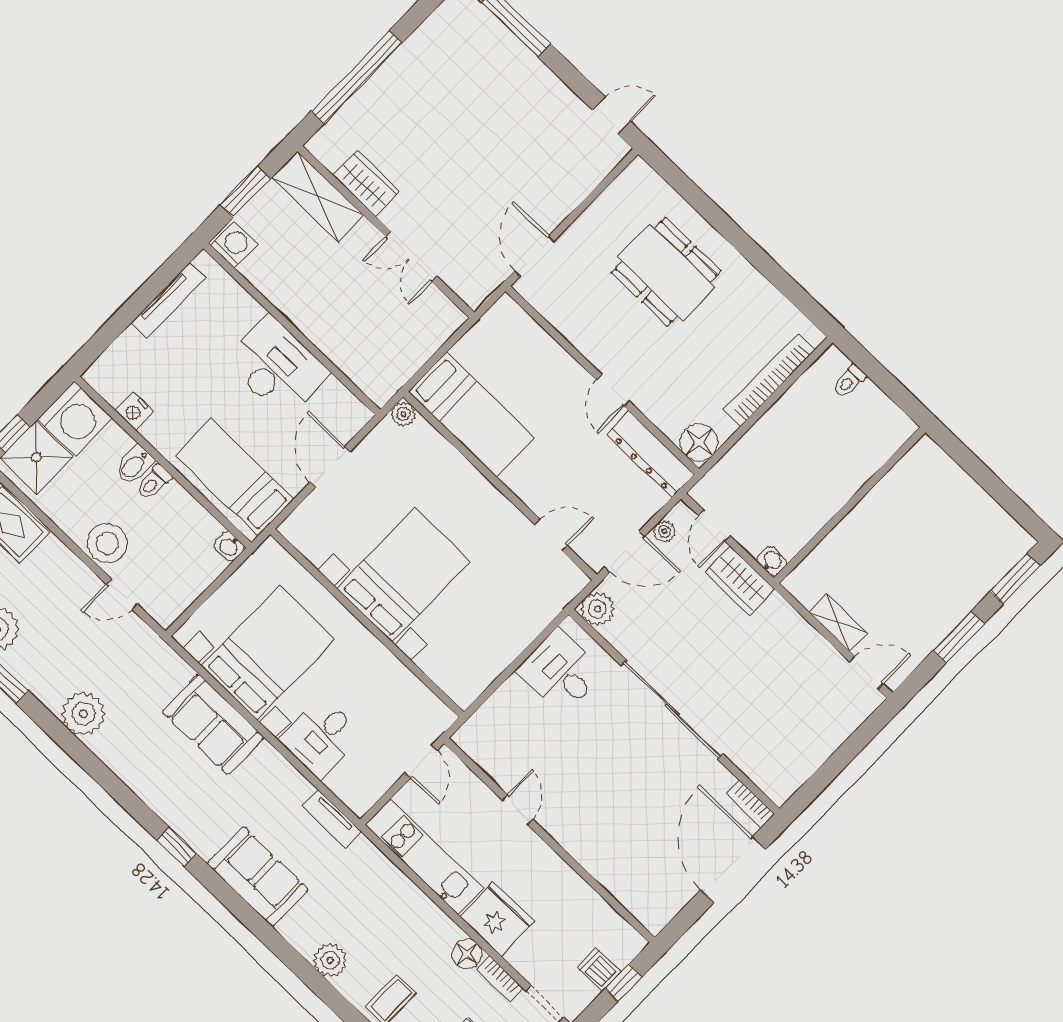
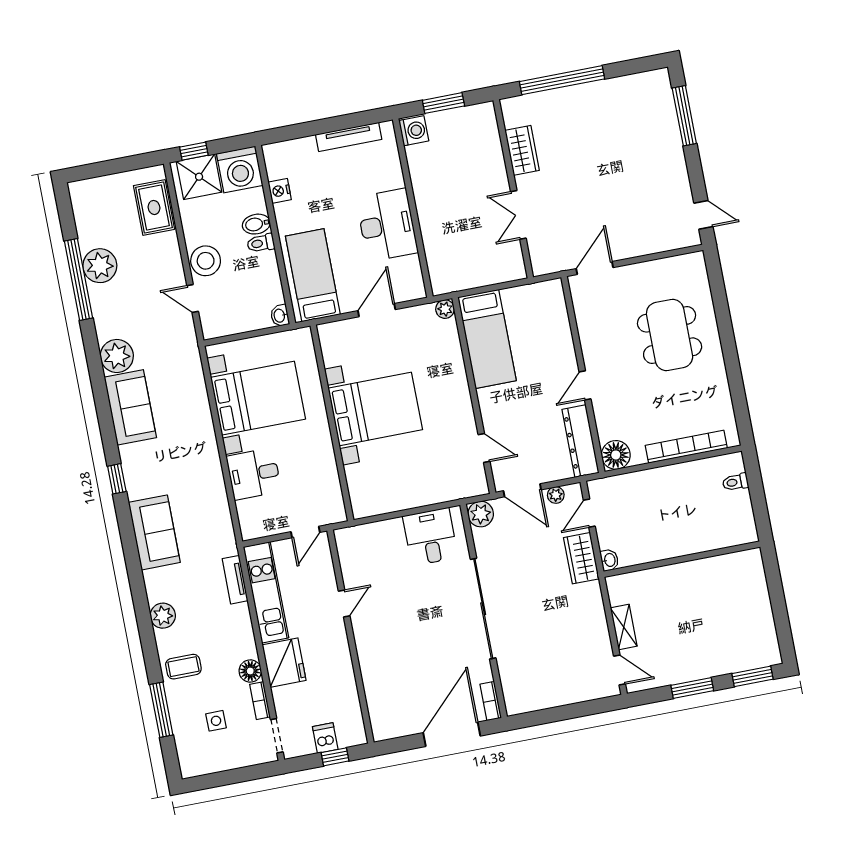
shelving: (318, 197) -> (486, 137), removed
sofa: (213, 725) -> (130, 407), moved, turned 180
tv unit: (332, 819) -> (235, 580), moved

